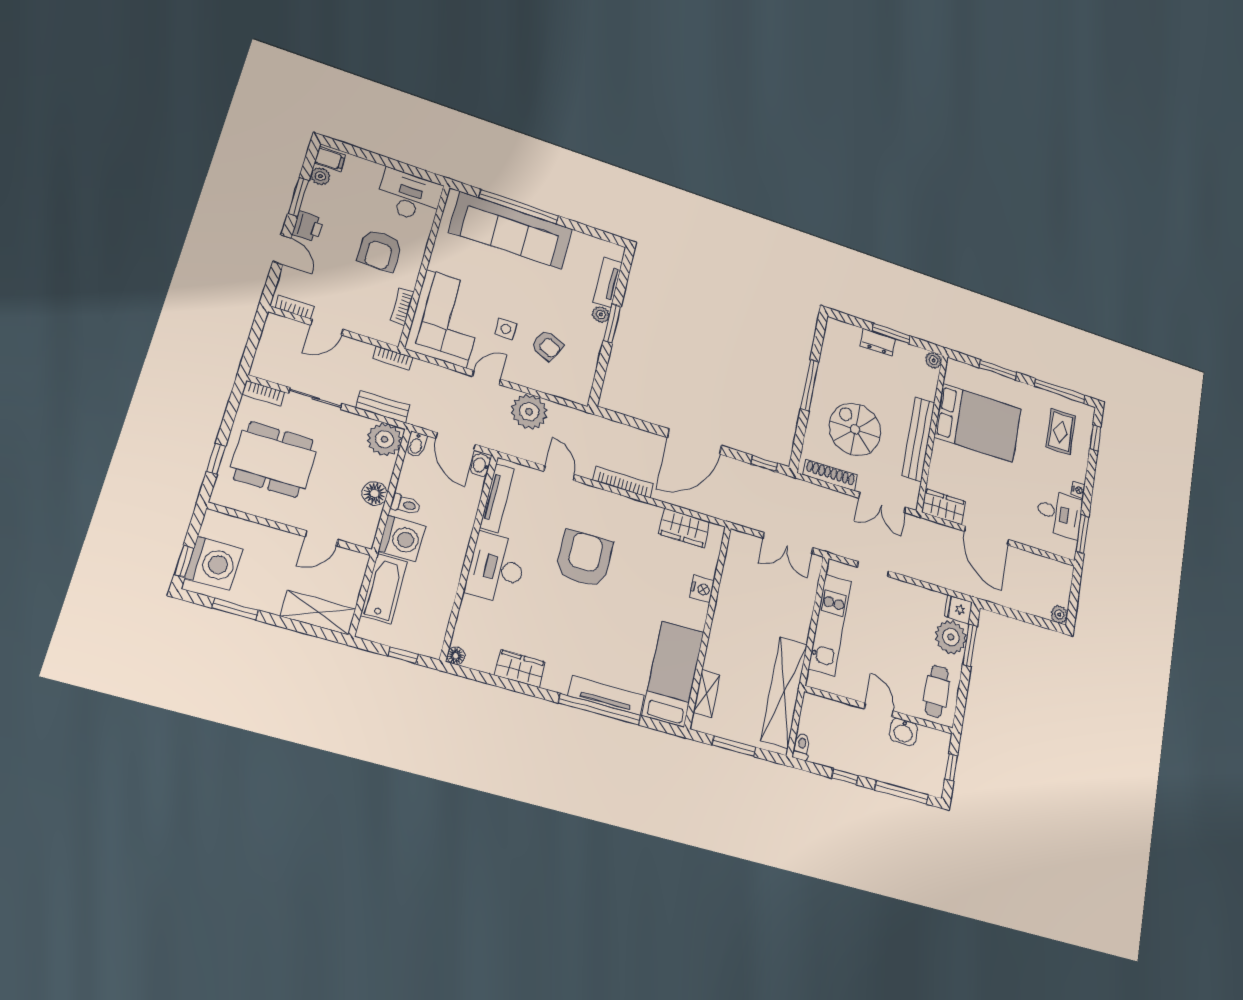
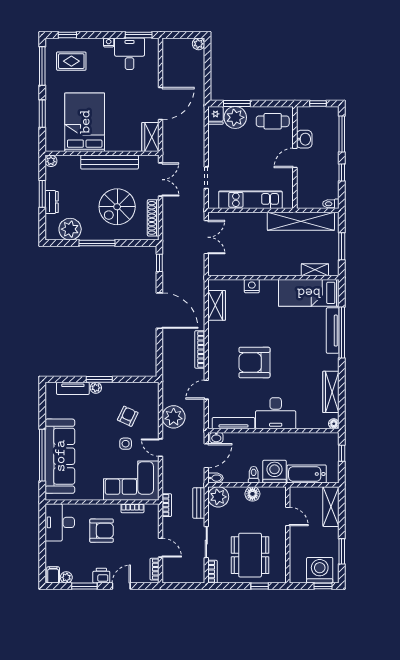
plant: (836, 355) -> (70, 229), added
wardrobe: (520, 669) -> (331, 392), width x1.50

